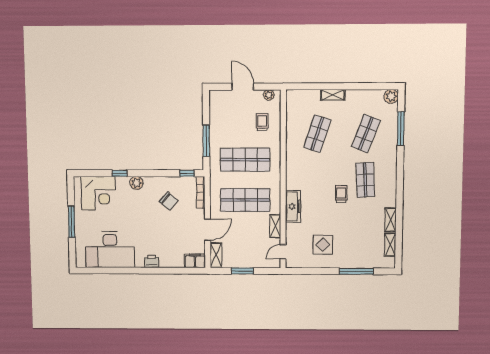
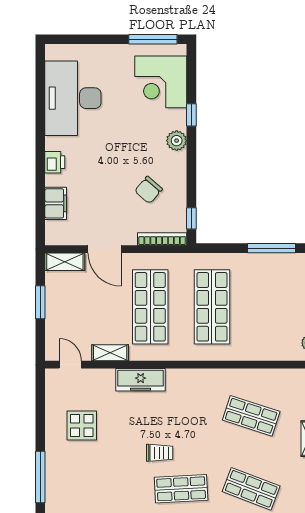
trolley: (262, 122) -> (269, 333), removed
window: (206, 141) -> (271, 248), moved
window: (71, 222) -> (153, 39), moved
filing cabinet: (195, 261) -> (56, 203), moved

